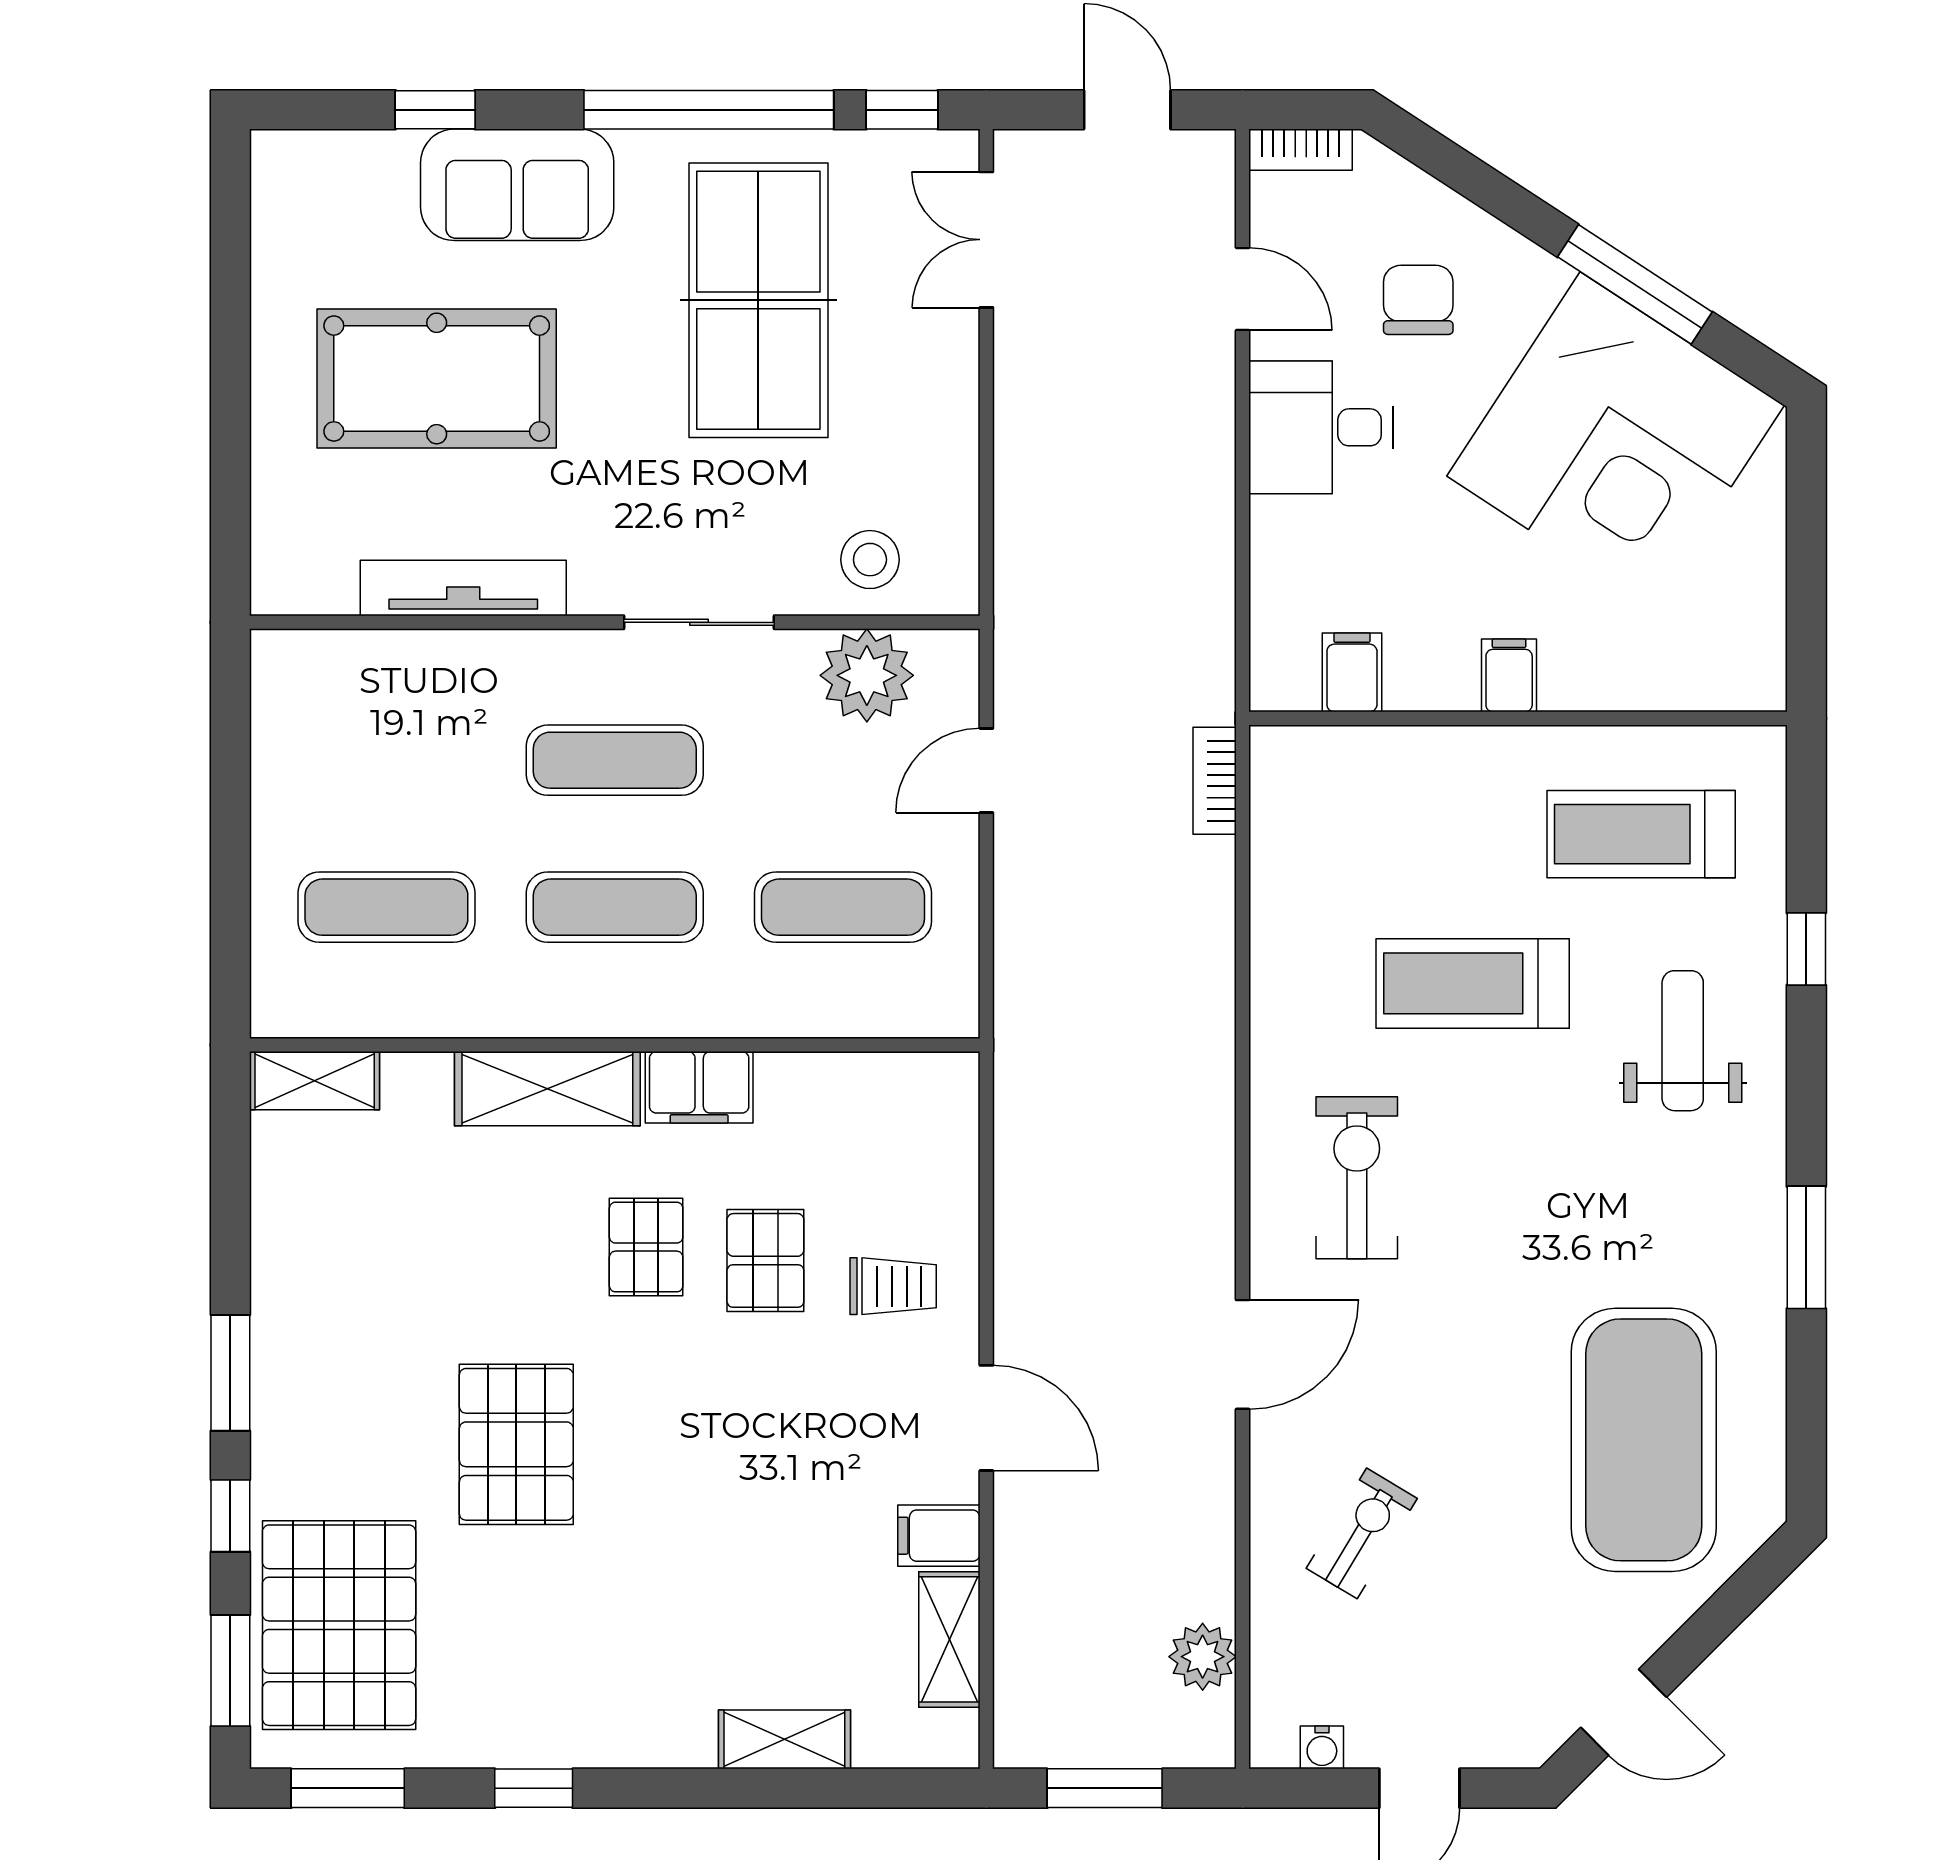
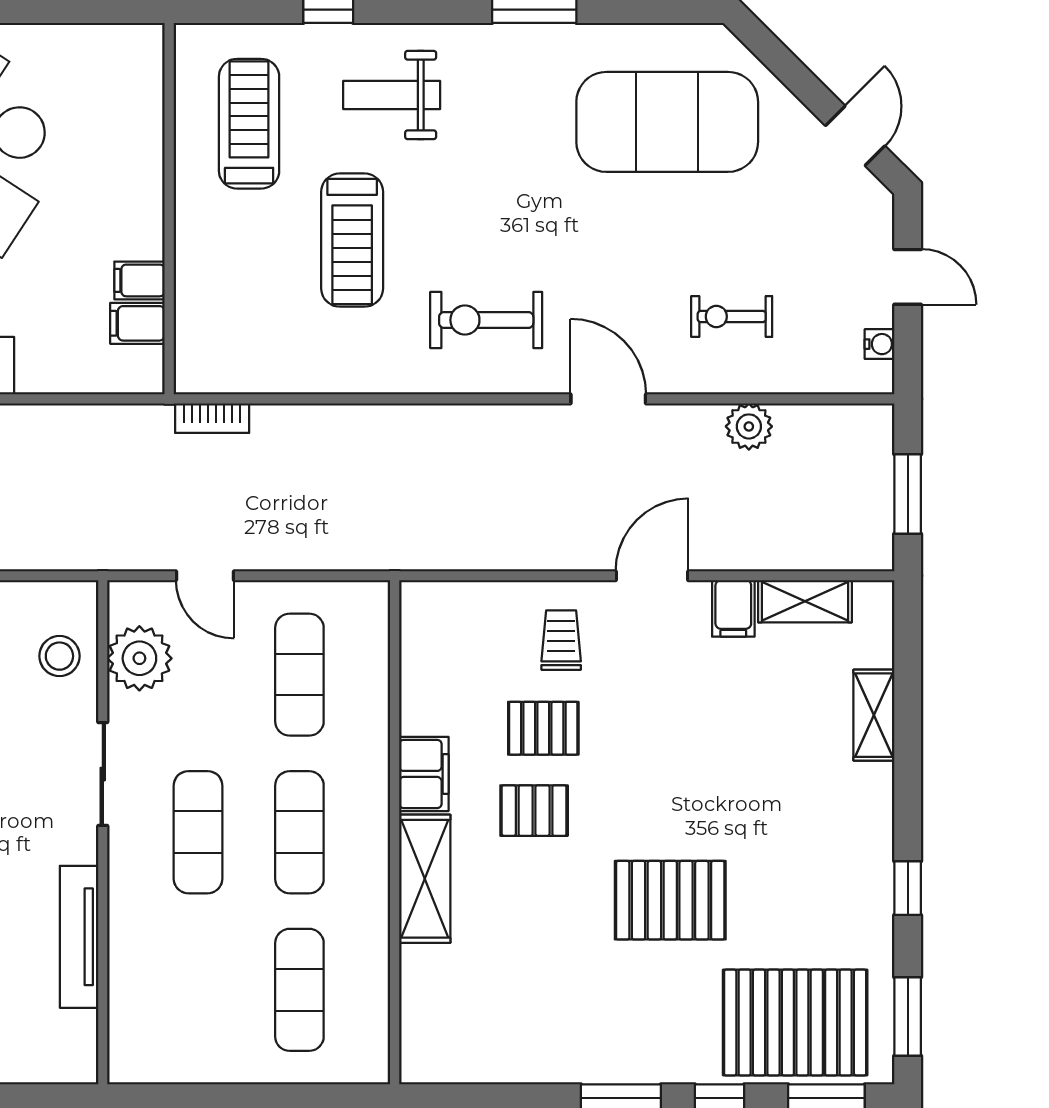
filing cabinet: (1509, 675) -> (139, 280), moved
treadmill: (1641, 834) -> (249, 124), turned 180
shelving: (315, 1081) -> (419, 1039), removed
exercise bike: (1362, 1533) -> (732, 317), turned -31
plant: (1203, 1657) -> (749, 426), moved

